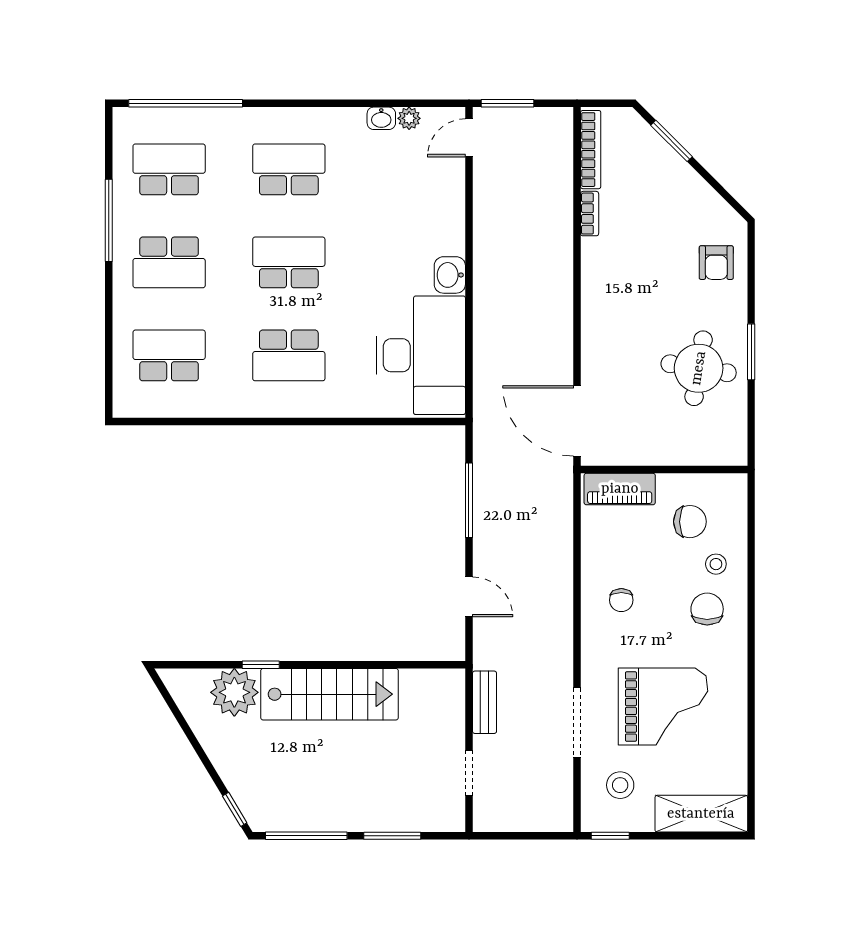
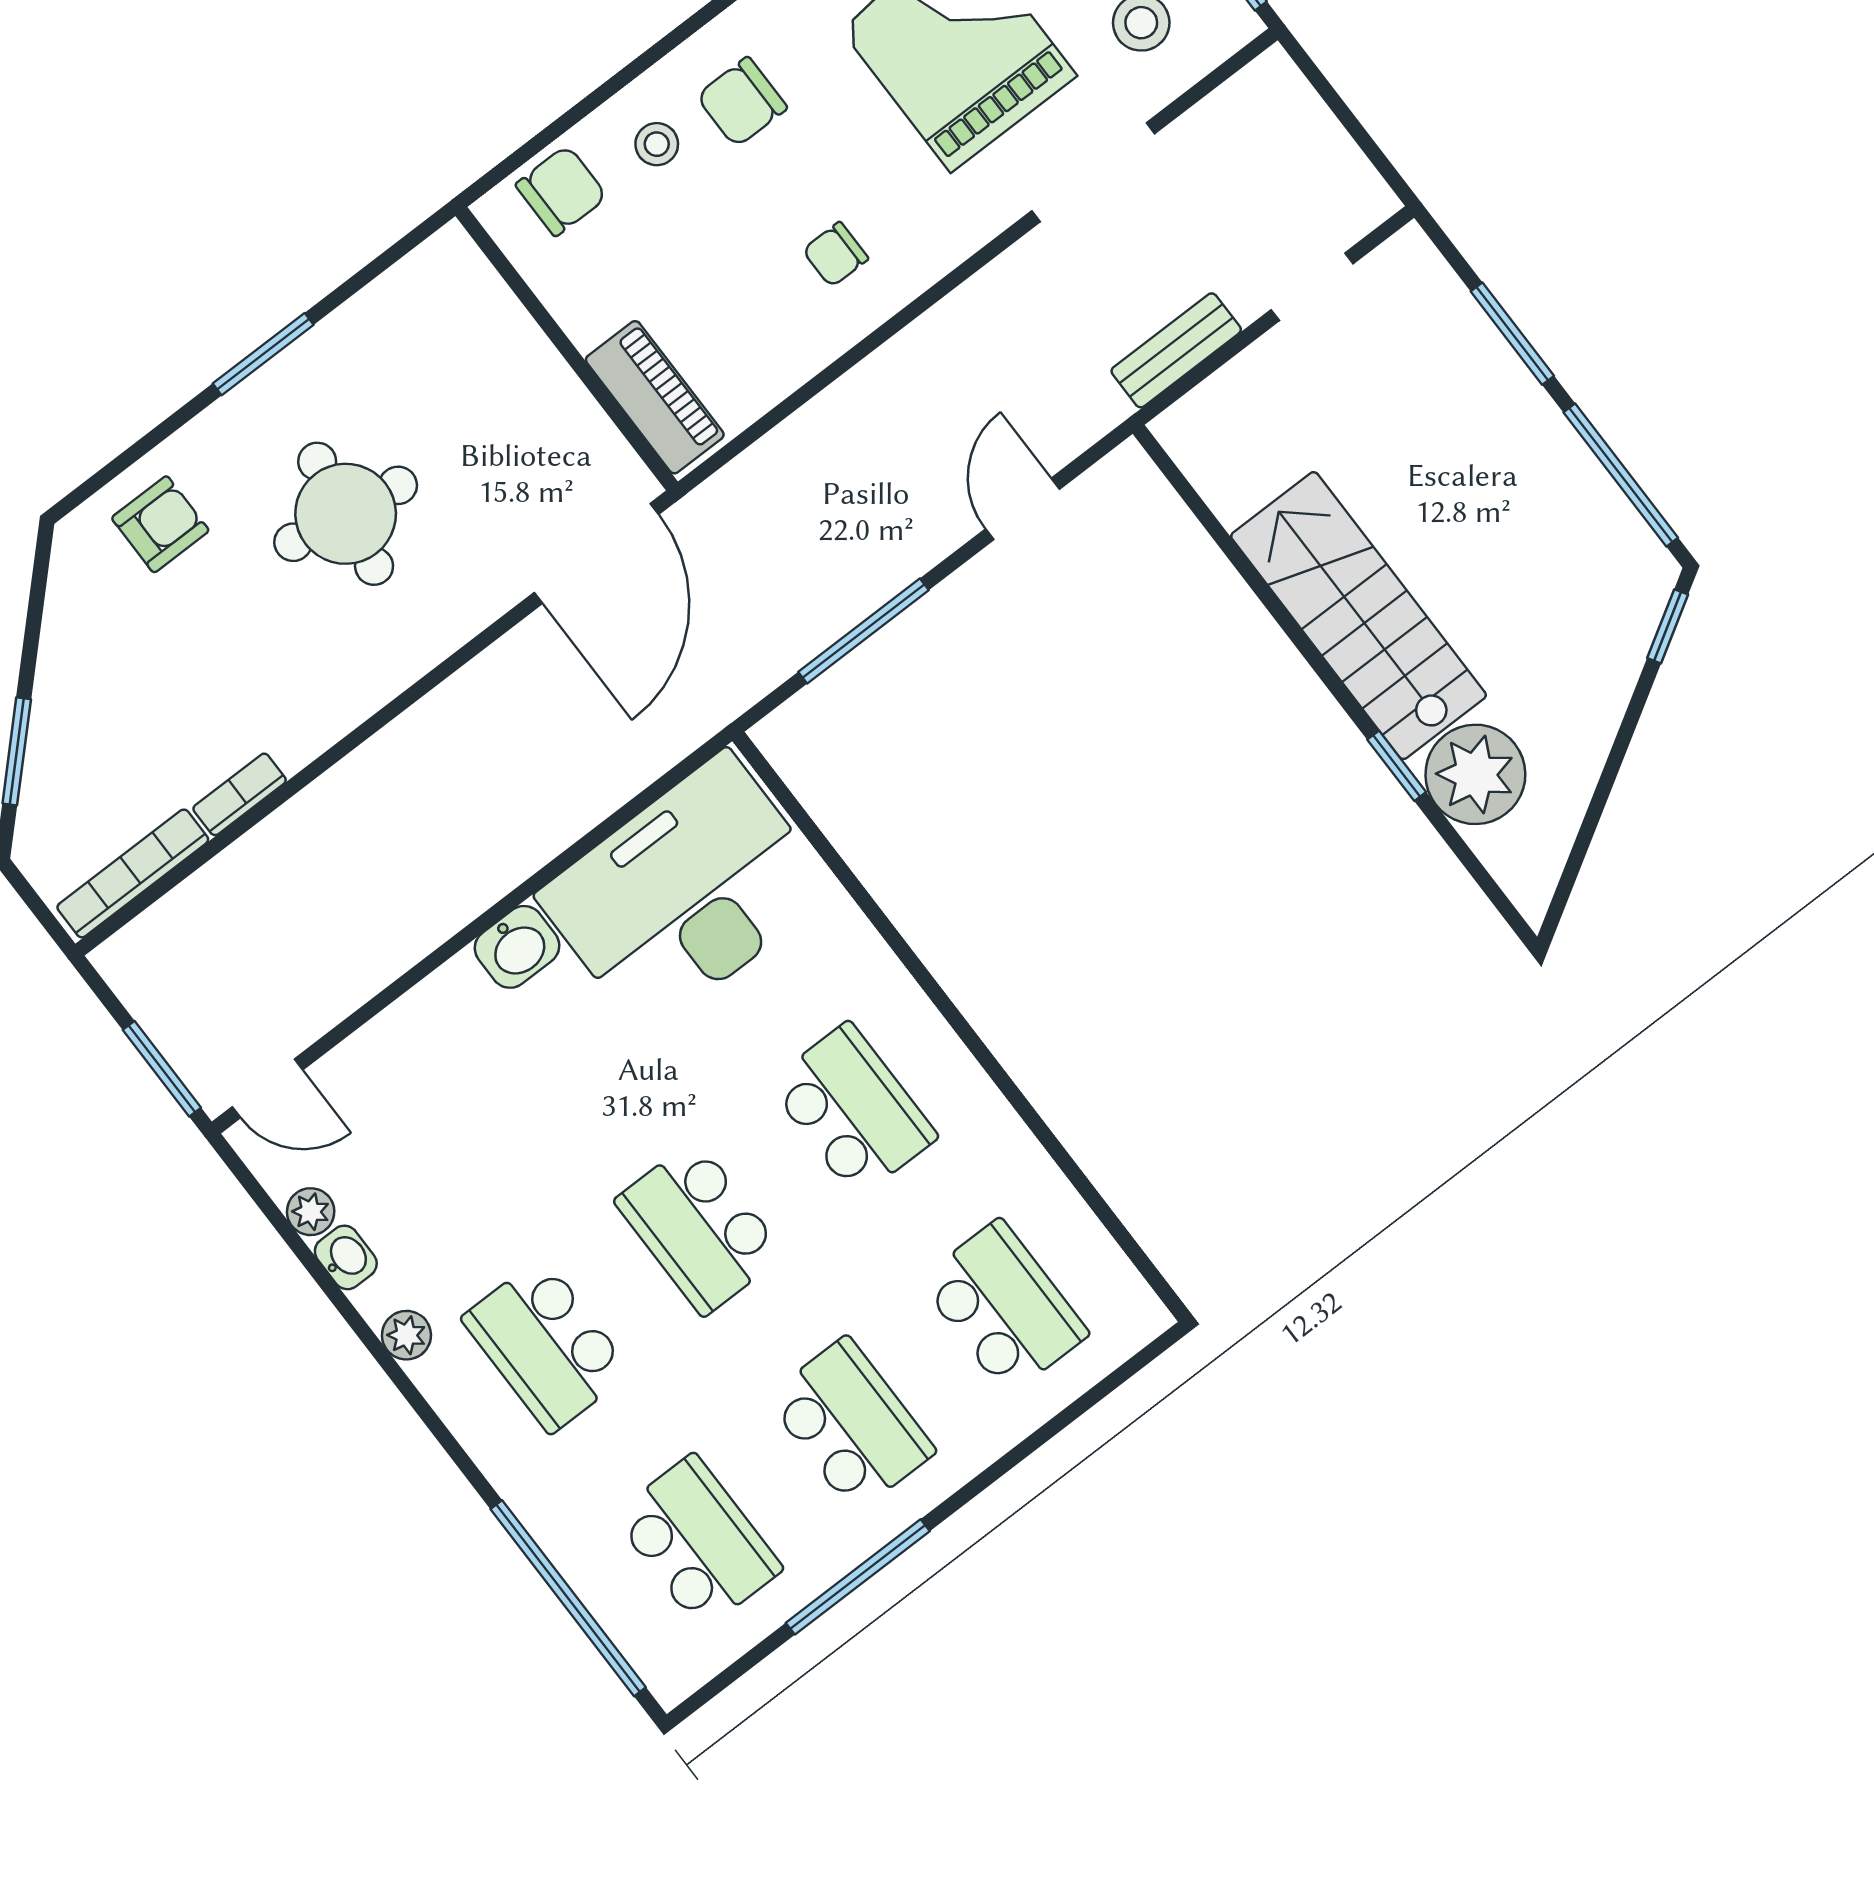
plant: (334, 119) -> (406, 1335), added
school desk: (169, 169) -> (698, 1542), turned 180
school desk: (169, 355) -> (1004, 1307), turned 180
round table: (699, 368) -> (346, 514), moved
chair: (690, 522) -> (561, 191), moved, turned 90
chair: (621, 600) -> (835, 254), turned 180

